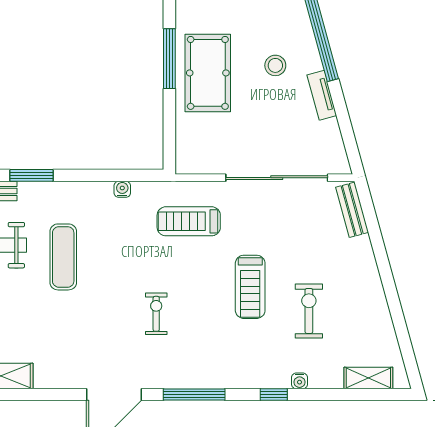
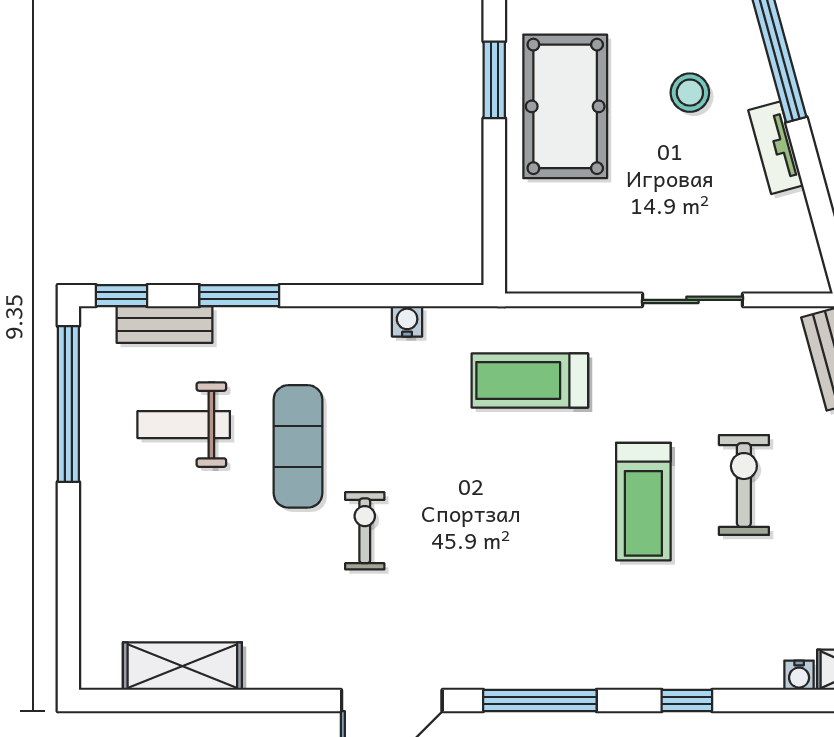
window: (169, 59) -> (494, 80), width x0.69
sliding door: (277, 178) -> (692, 300), width x0.54
exercise bike: (309, 311) -> (744, 485), moved
exercise bike: (156, 314) -> (365, 531), moved
water cooler: (299, 381) -> (799, 675), moved

